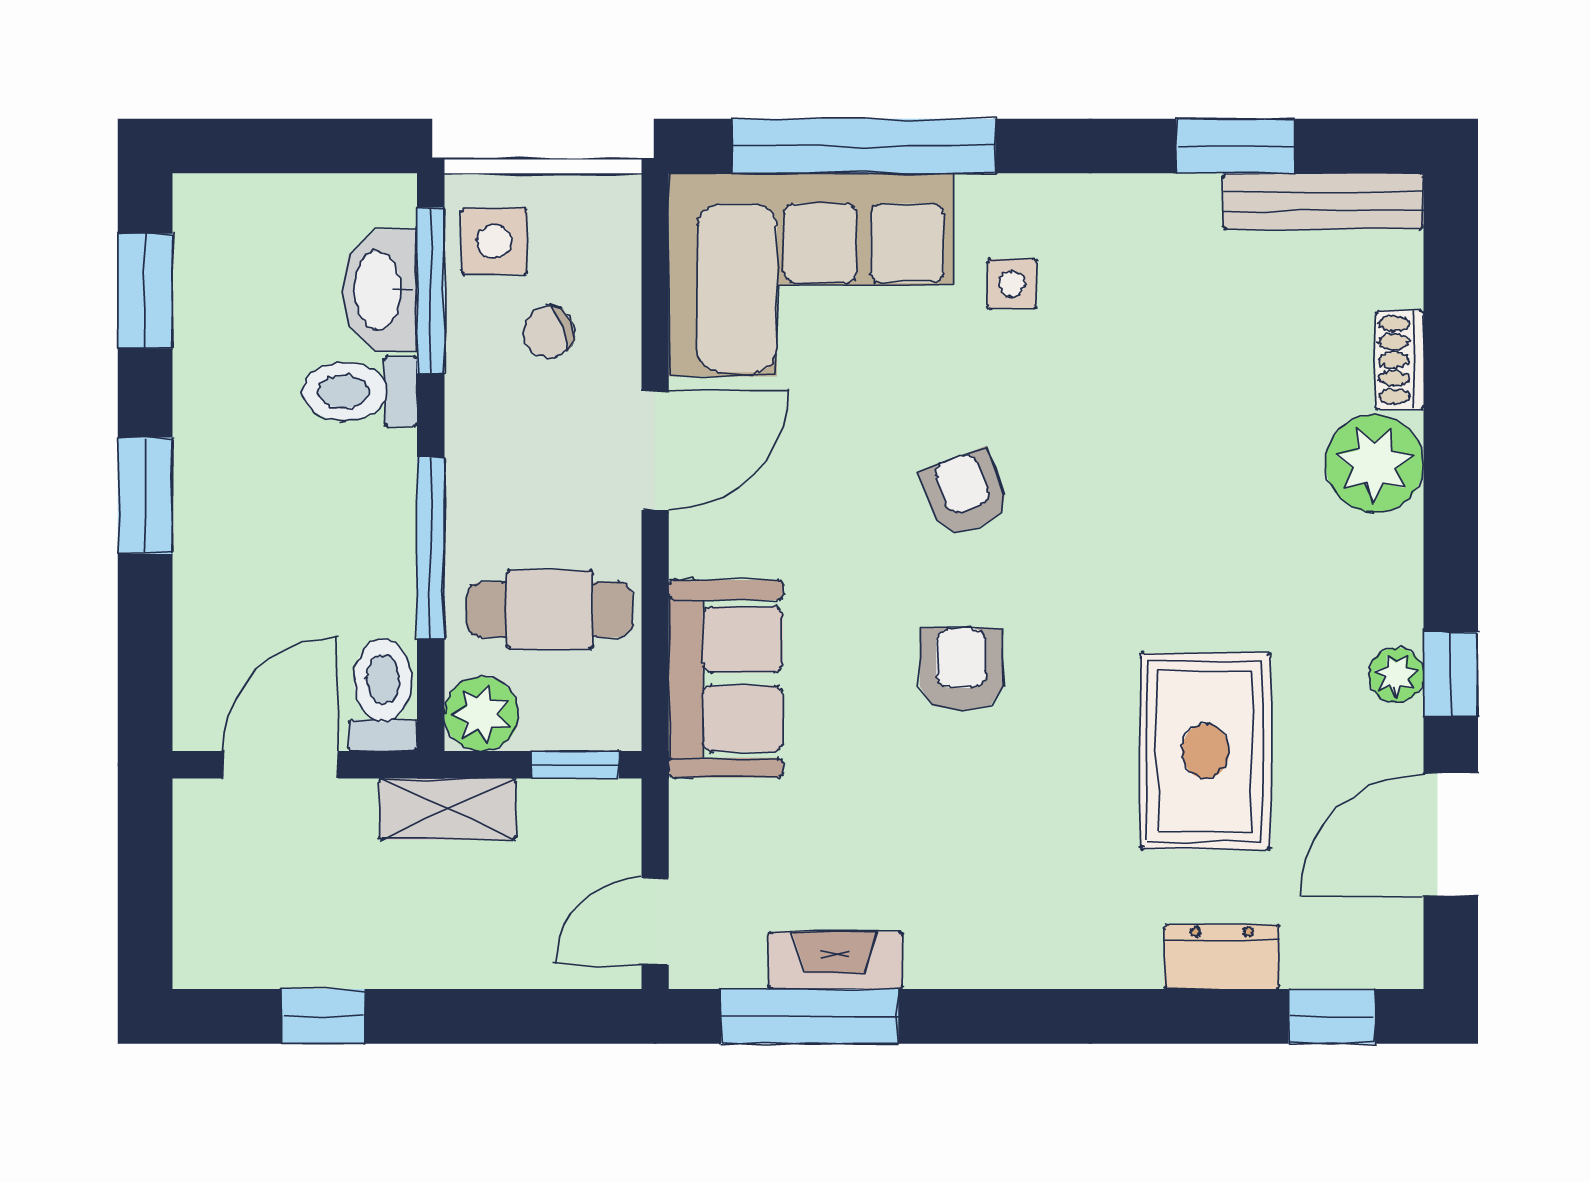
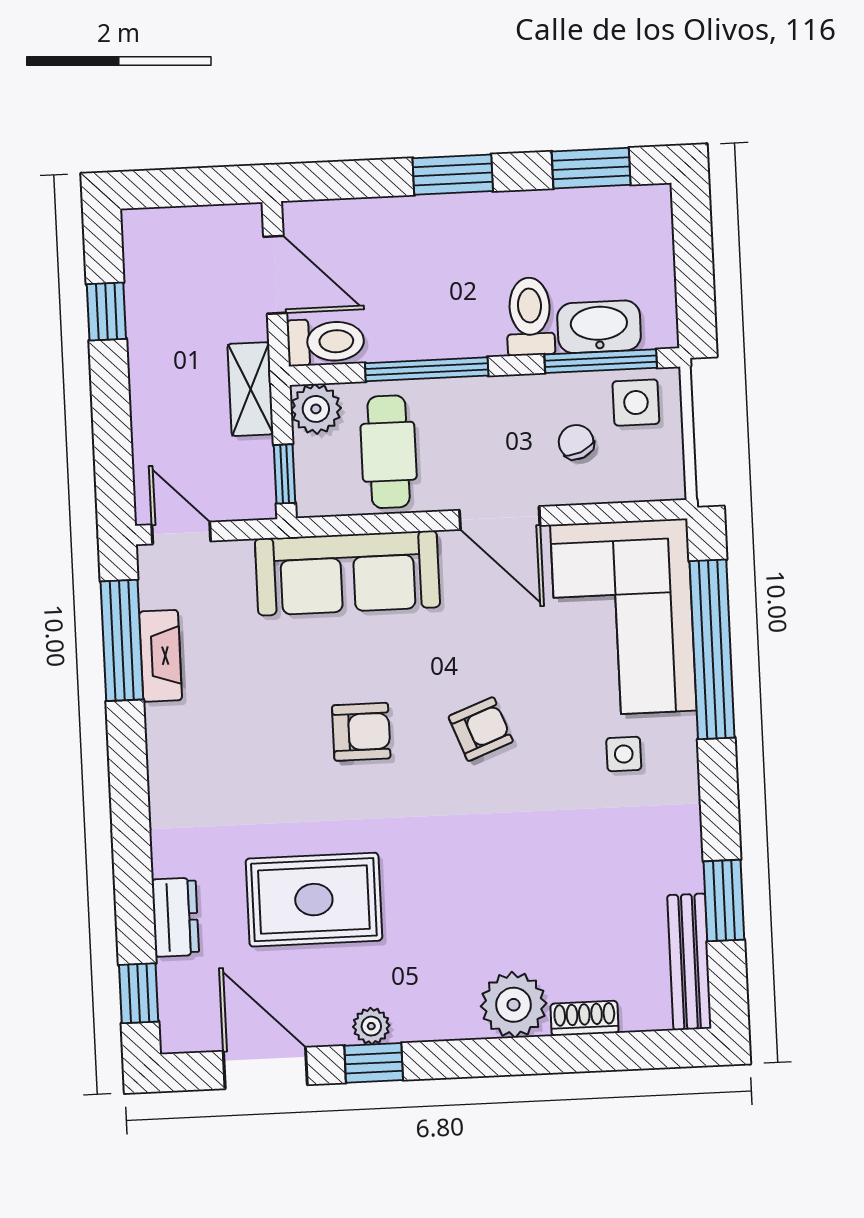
sofa: (726, 679) -> (347, 573), width x1.36

